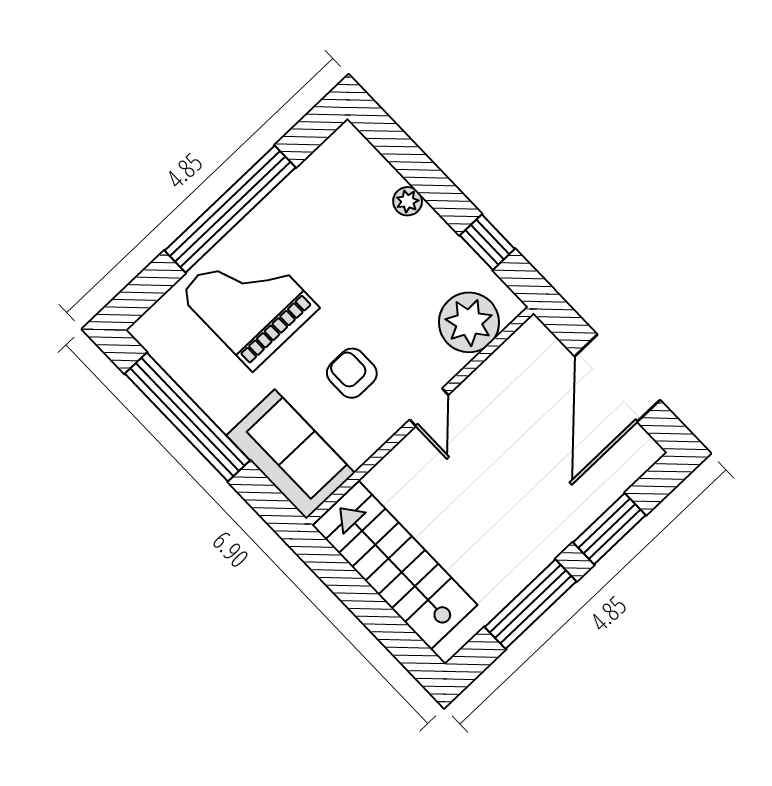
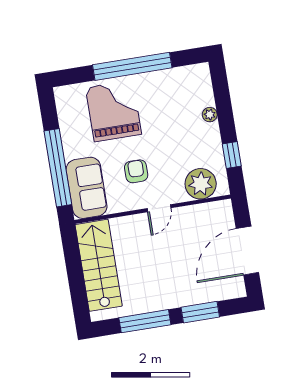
window: (187, 417) -> (58, 168), moved

